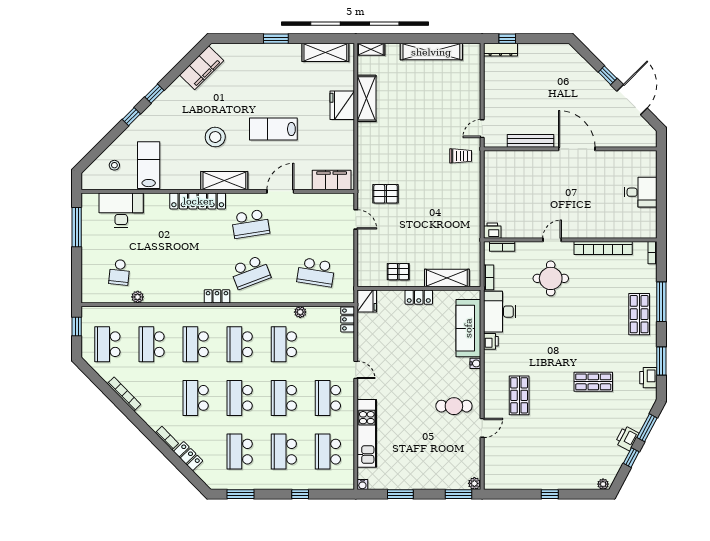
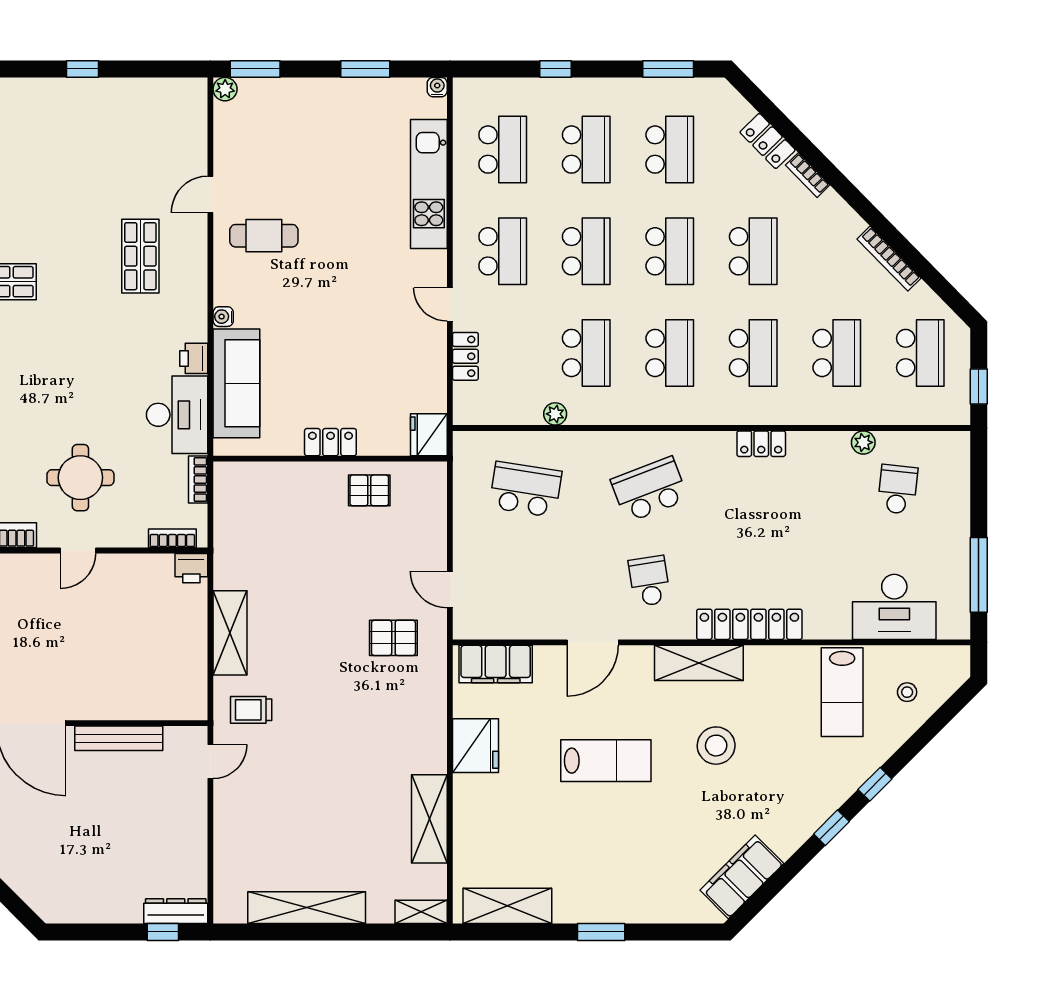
fridge: (342, 105) -> (476, 746), moved
school desk: (250, 224) -> (649, 581), width x0.54
shelving: (447, 278) -> (230, 633), moved, turned 90
locker: (217, 296) -> (761, 444), moved
locker: (348, 319) -> (465, 356), moved

